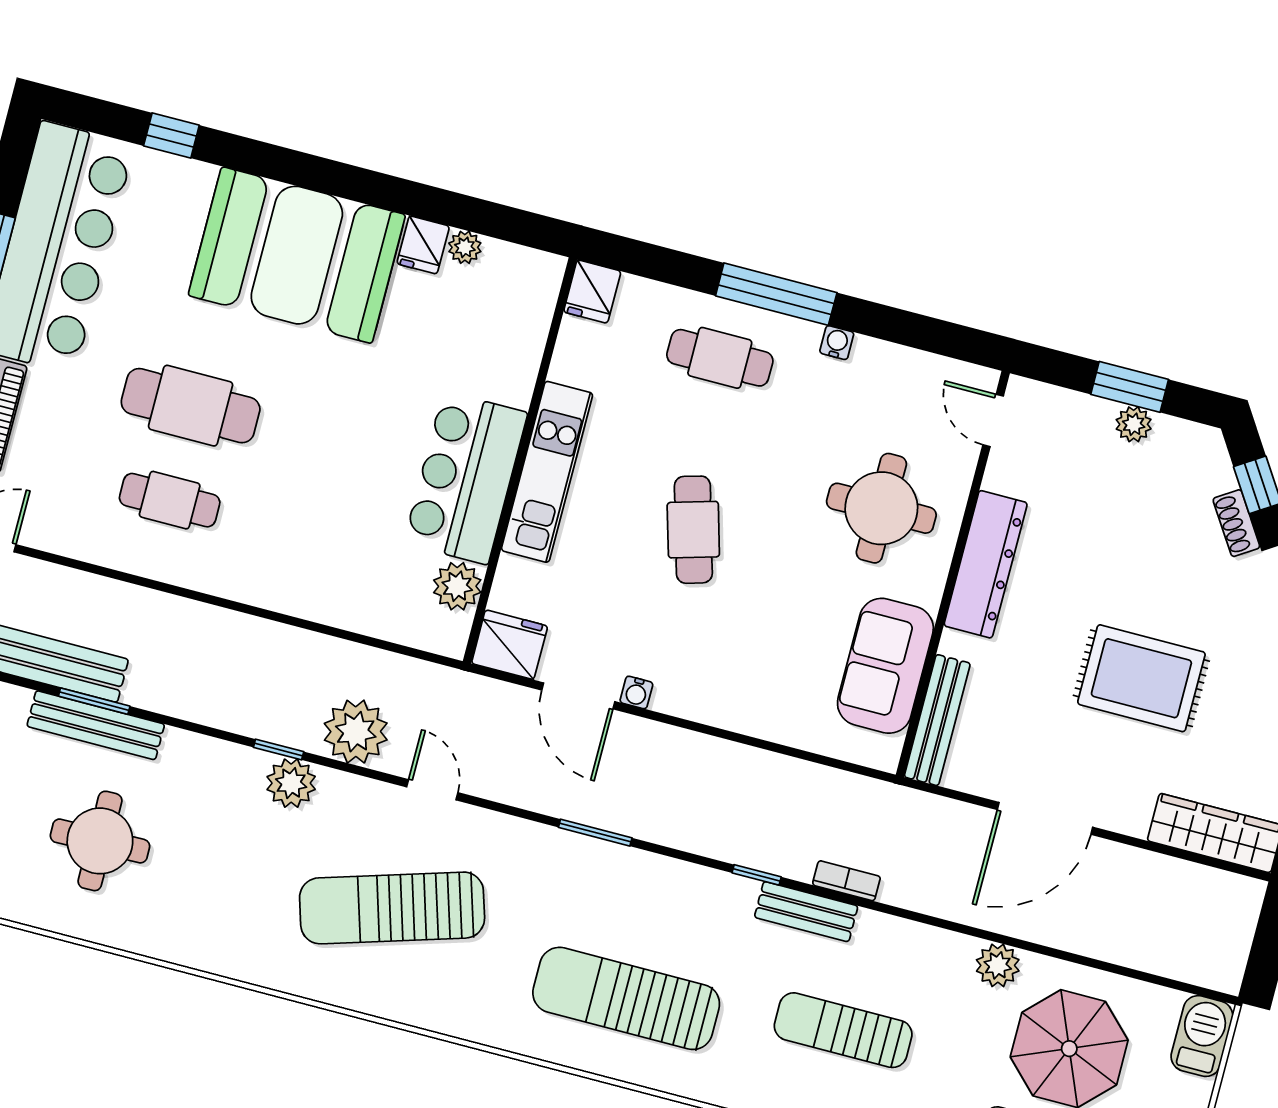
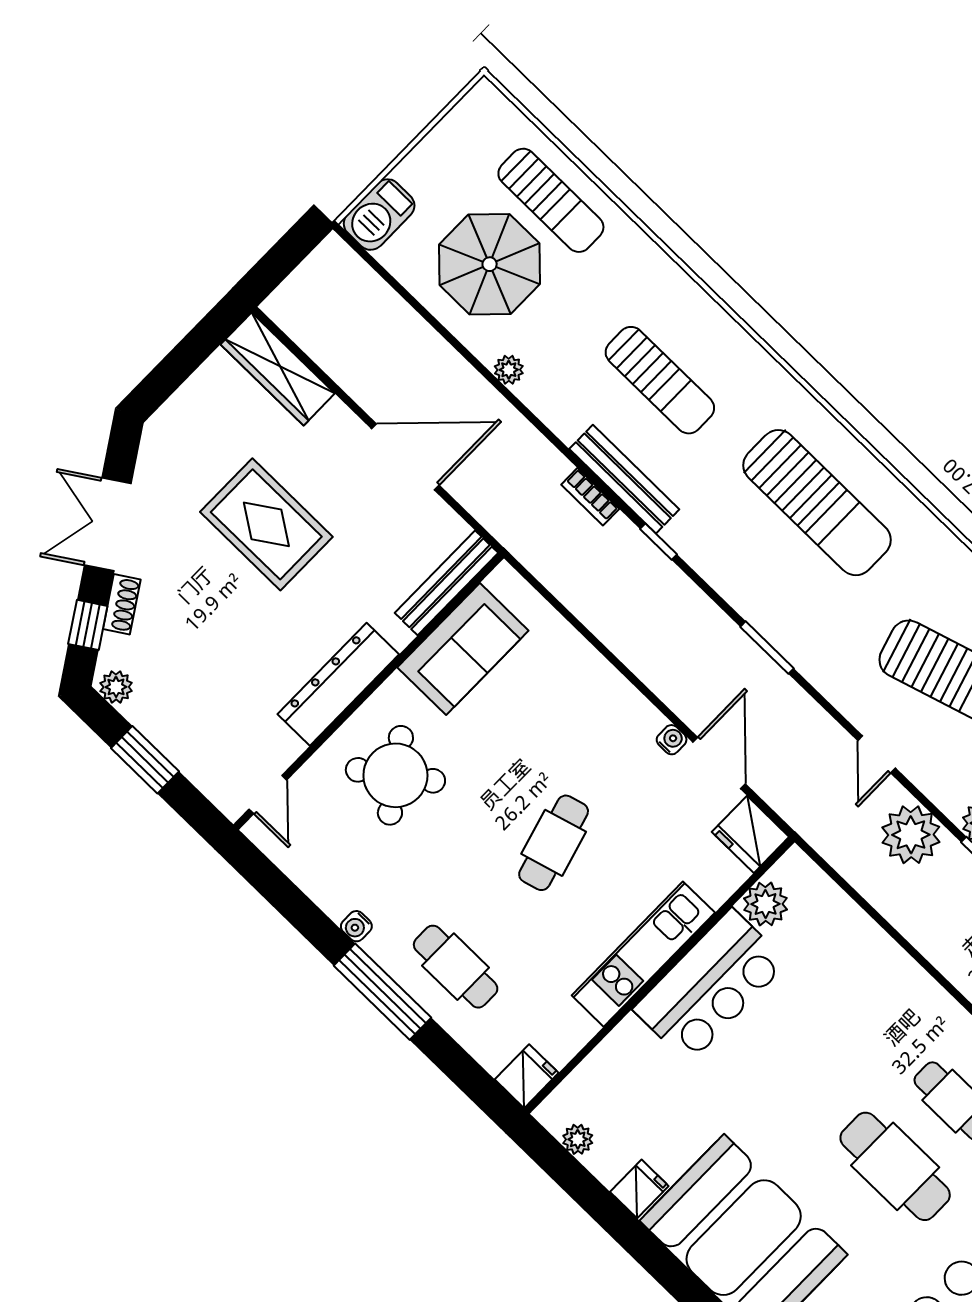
plant: (465, 247) -> (578, 1139), moved
plant: (1134, 424) -> (116, 687), moved
round table: (881, 508) -> (395, 775), turned -36
bench: (806, 912) -> (624, 479), width x1.36
plant: (998, 965) -> (509, 370), width x0.73, depth x0.73

